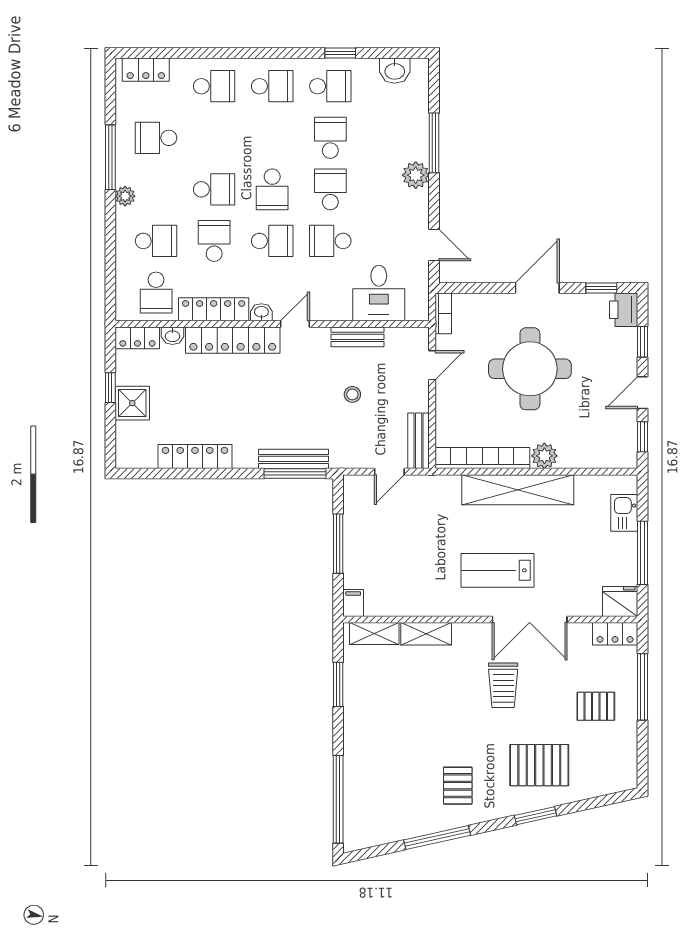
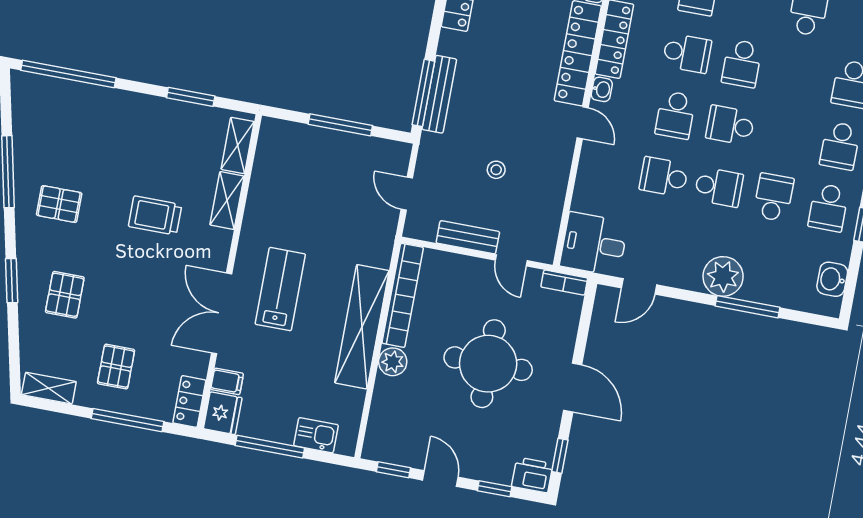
school desk: (330, 138) -> (774, 197), turned -90
plant: (416, 175) -> (723, 276), width x1.36, depth x1.36
school desk: (330, 241) -> (664, 177), turned -90
desk: (379, 293) -> (594, 244), moved
bench: (357, 337) -> (556, 187), removed
bench: (419, 441) -> (468, 237), moved
filing cabinet: (353, 603) -> (227, 381), moved
trolley: (503, 685) -> (155, 215), moved
shelving: (627, 764) -> (49, 388), added
pallet: (539, 765) -> (65, 295), width x0.67, depth x0.71

